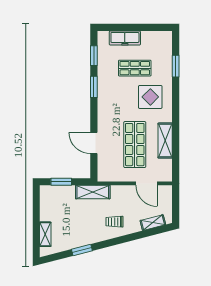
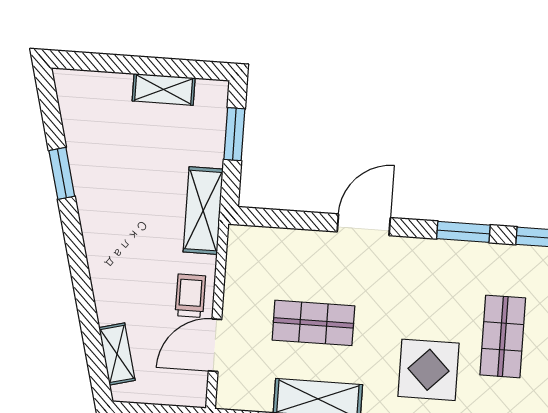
door: (94, 143) -> (364, 225), moved
shop shelf: (135, 145) -> (313, 323), width x0.70, depth x0.74
trolley: (114, 222) -> (190, 296), moved
shelving: (45, 234) -> (164, 89), moved

